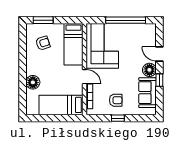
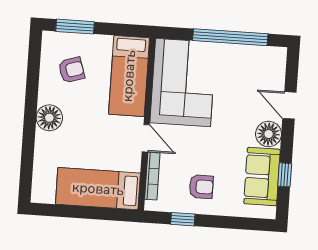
window: (159, 80) -> (285, 175), moved
floor lamp: (33, 82) -> (49, 118), moved
window: (118, 118) -> (183, 219), moved

